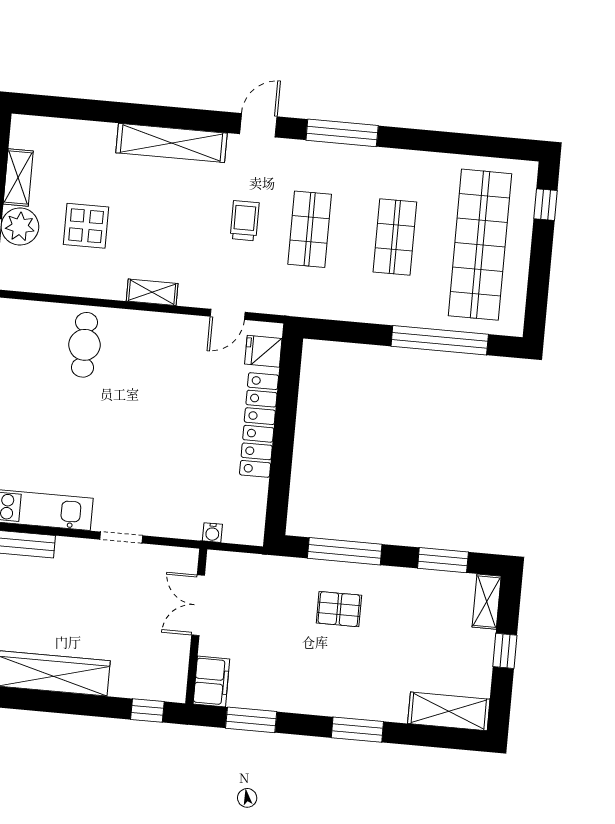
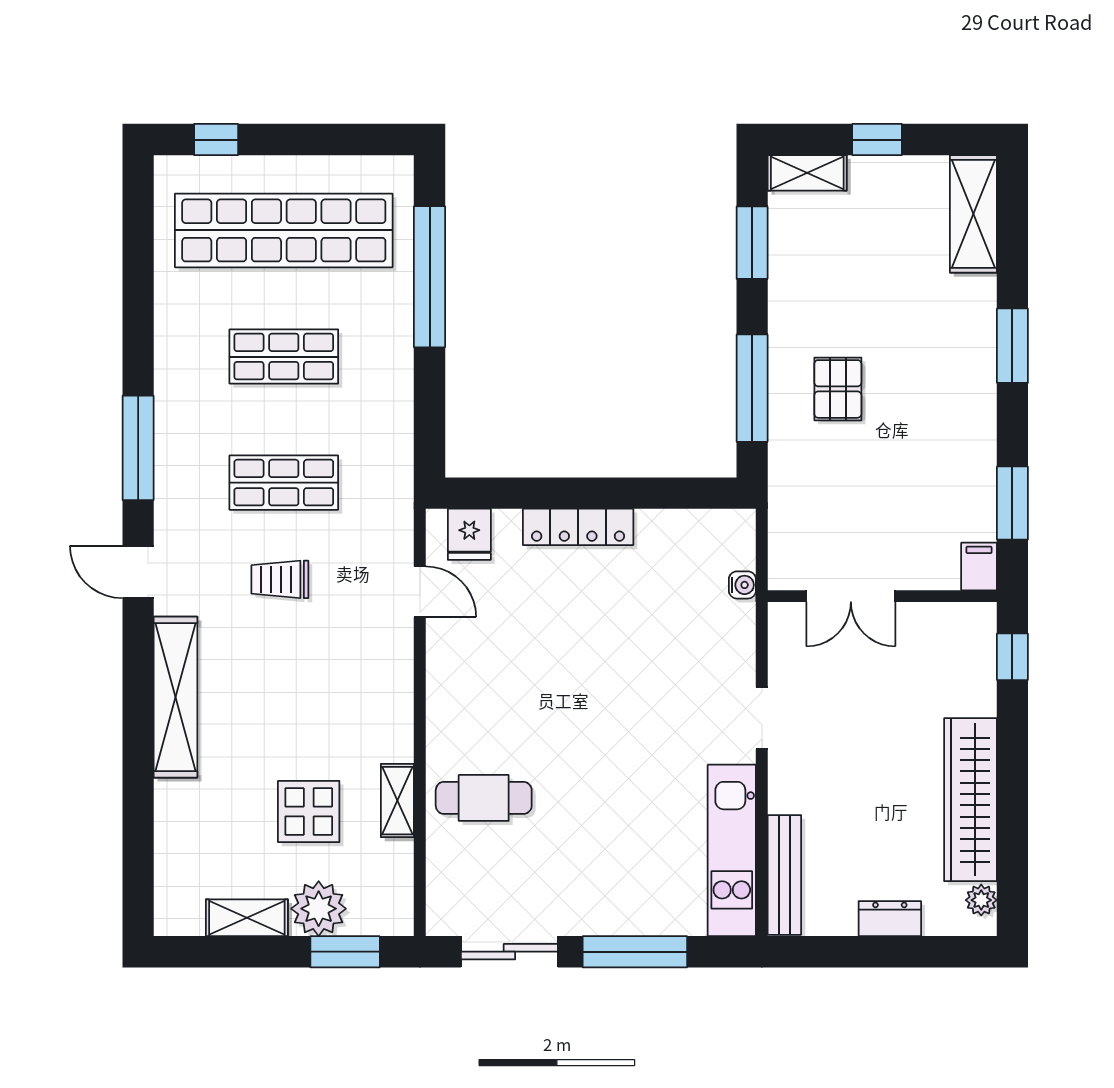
shelving: (152, 292) -> (397, 801), moved
locker: (259, 425) -> (578, 527), width x0.71, depth x0.83
filing cabinet: (211, 681) -> (979, 567), width x0.50

